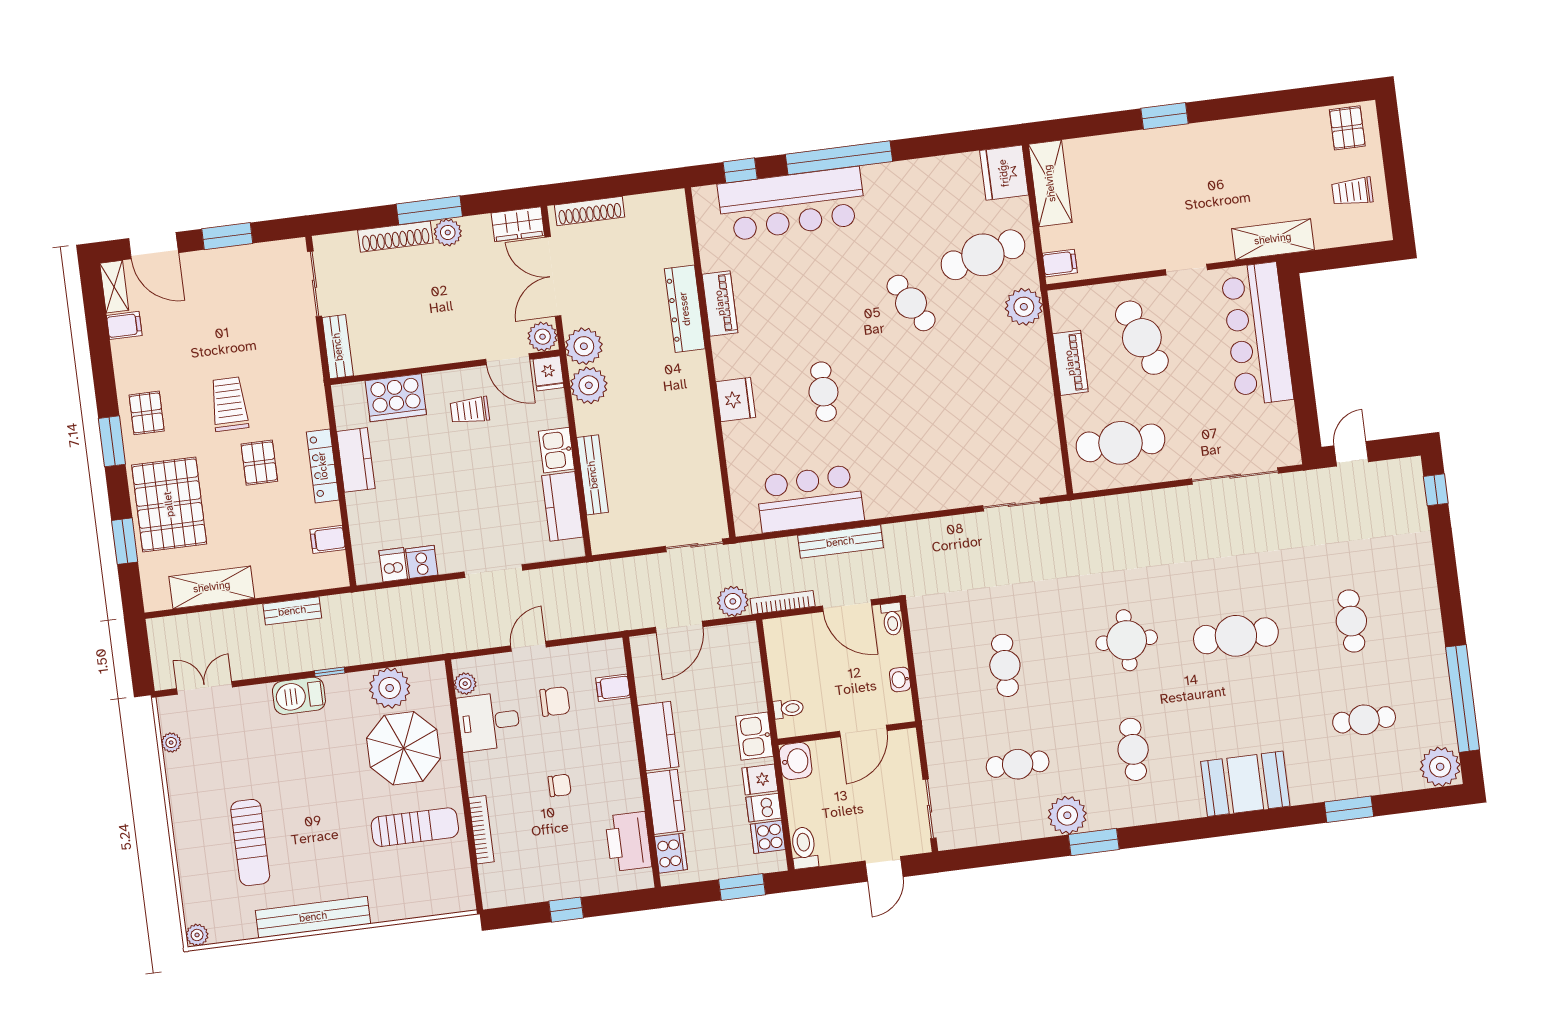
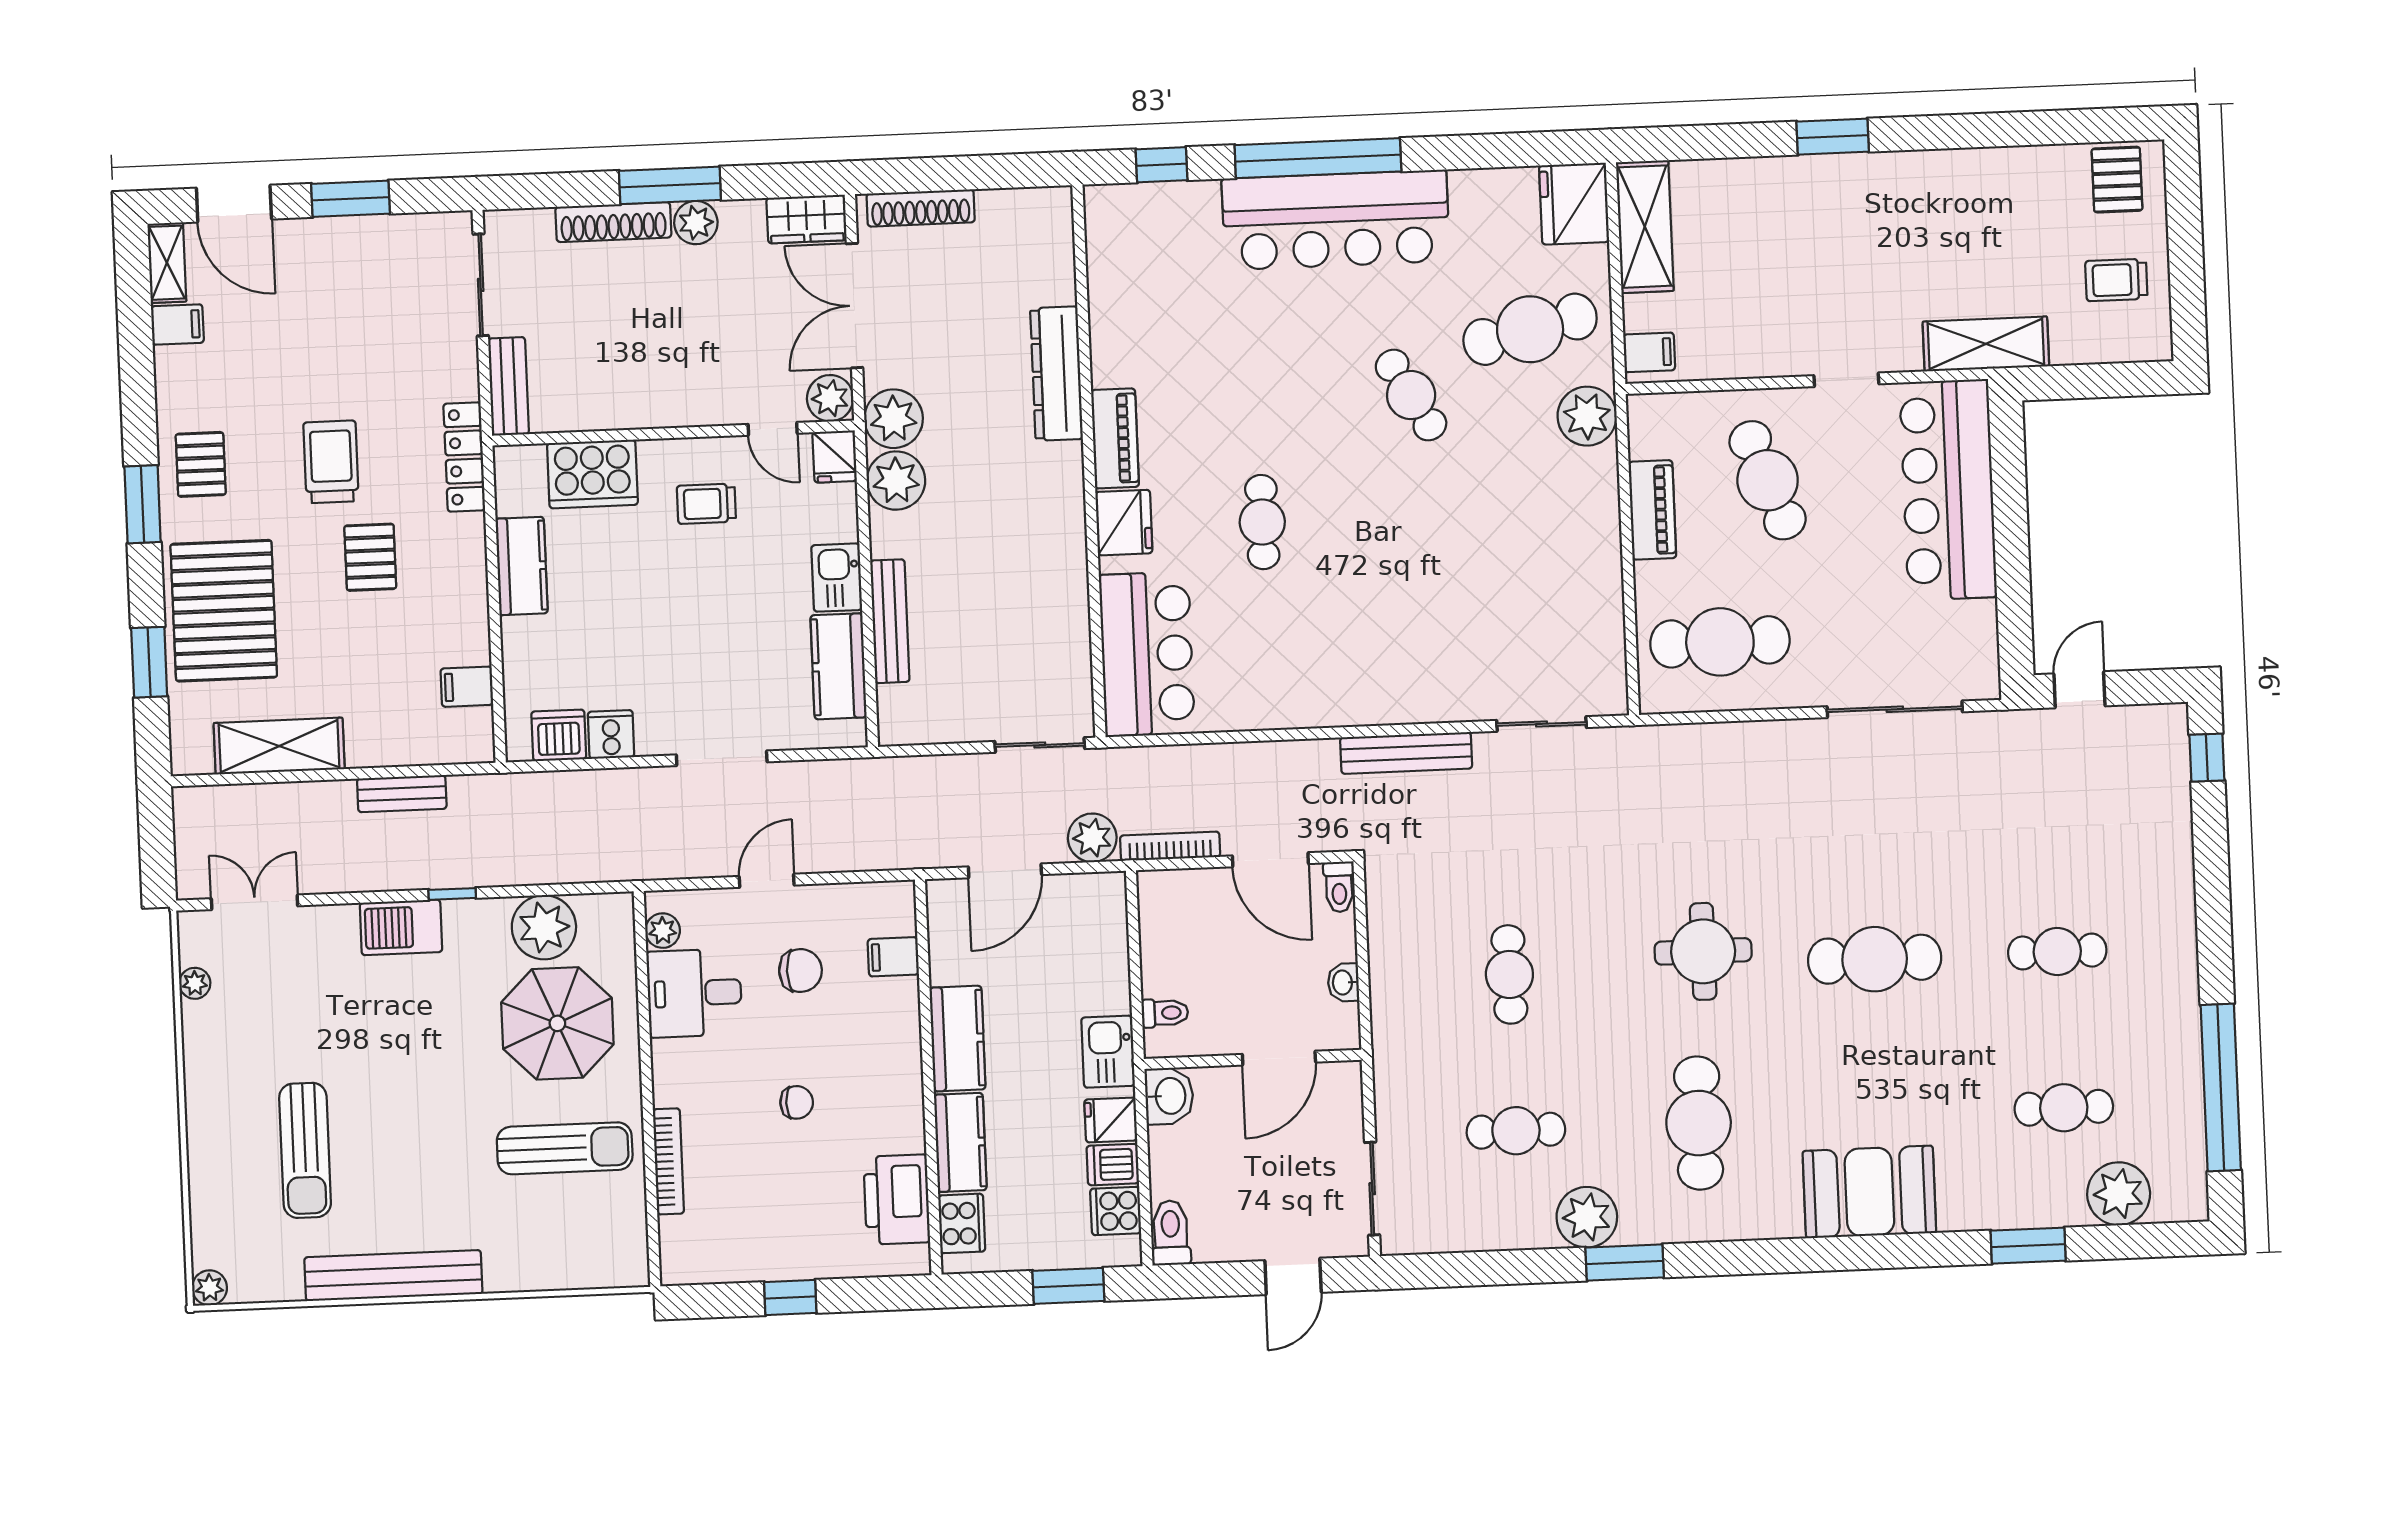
bar counter: (792, 204) -> (1336, 220), moved
piano: (720, 303) -> (1115, 438), moved
door: (508, 359) -> (773, 429), width x0.73
locker: (323, 466) -> (464, 457), moved
bar counter: (810, 499) -> (1147, 654), moved, turned 90
bench: (840, 542) -> (1406, 753), moved
dishwasher: (393, 565) -> (559, 735), width x1.38
cafe table: (1351, 621) -> (2057, 952), turned 90
cafe table: (1133, 749) -> (1699, 1123), width x1.37, depth x1.35
plant: (1440, 767) -> (2119, 1194), moved

